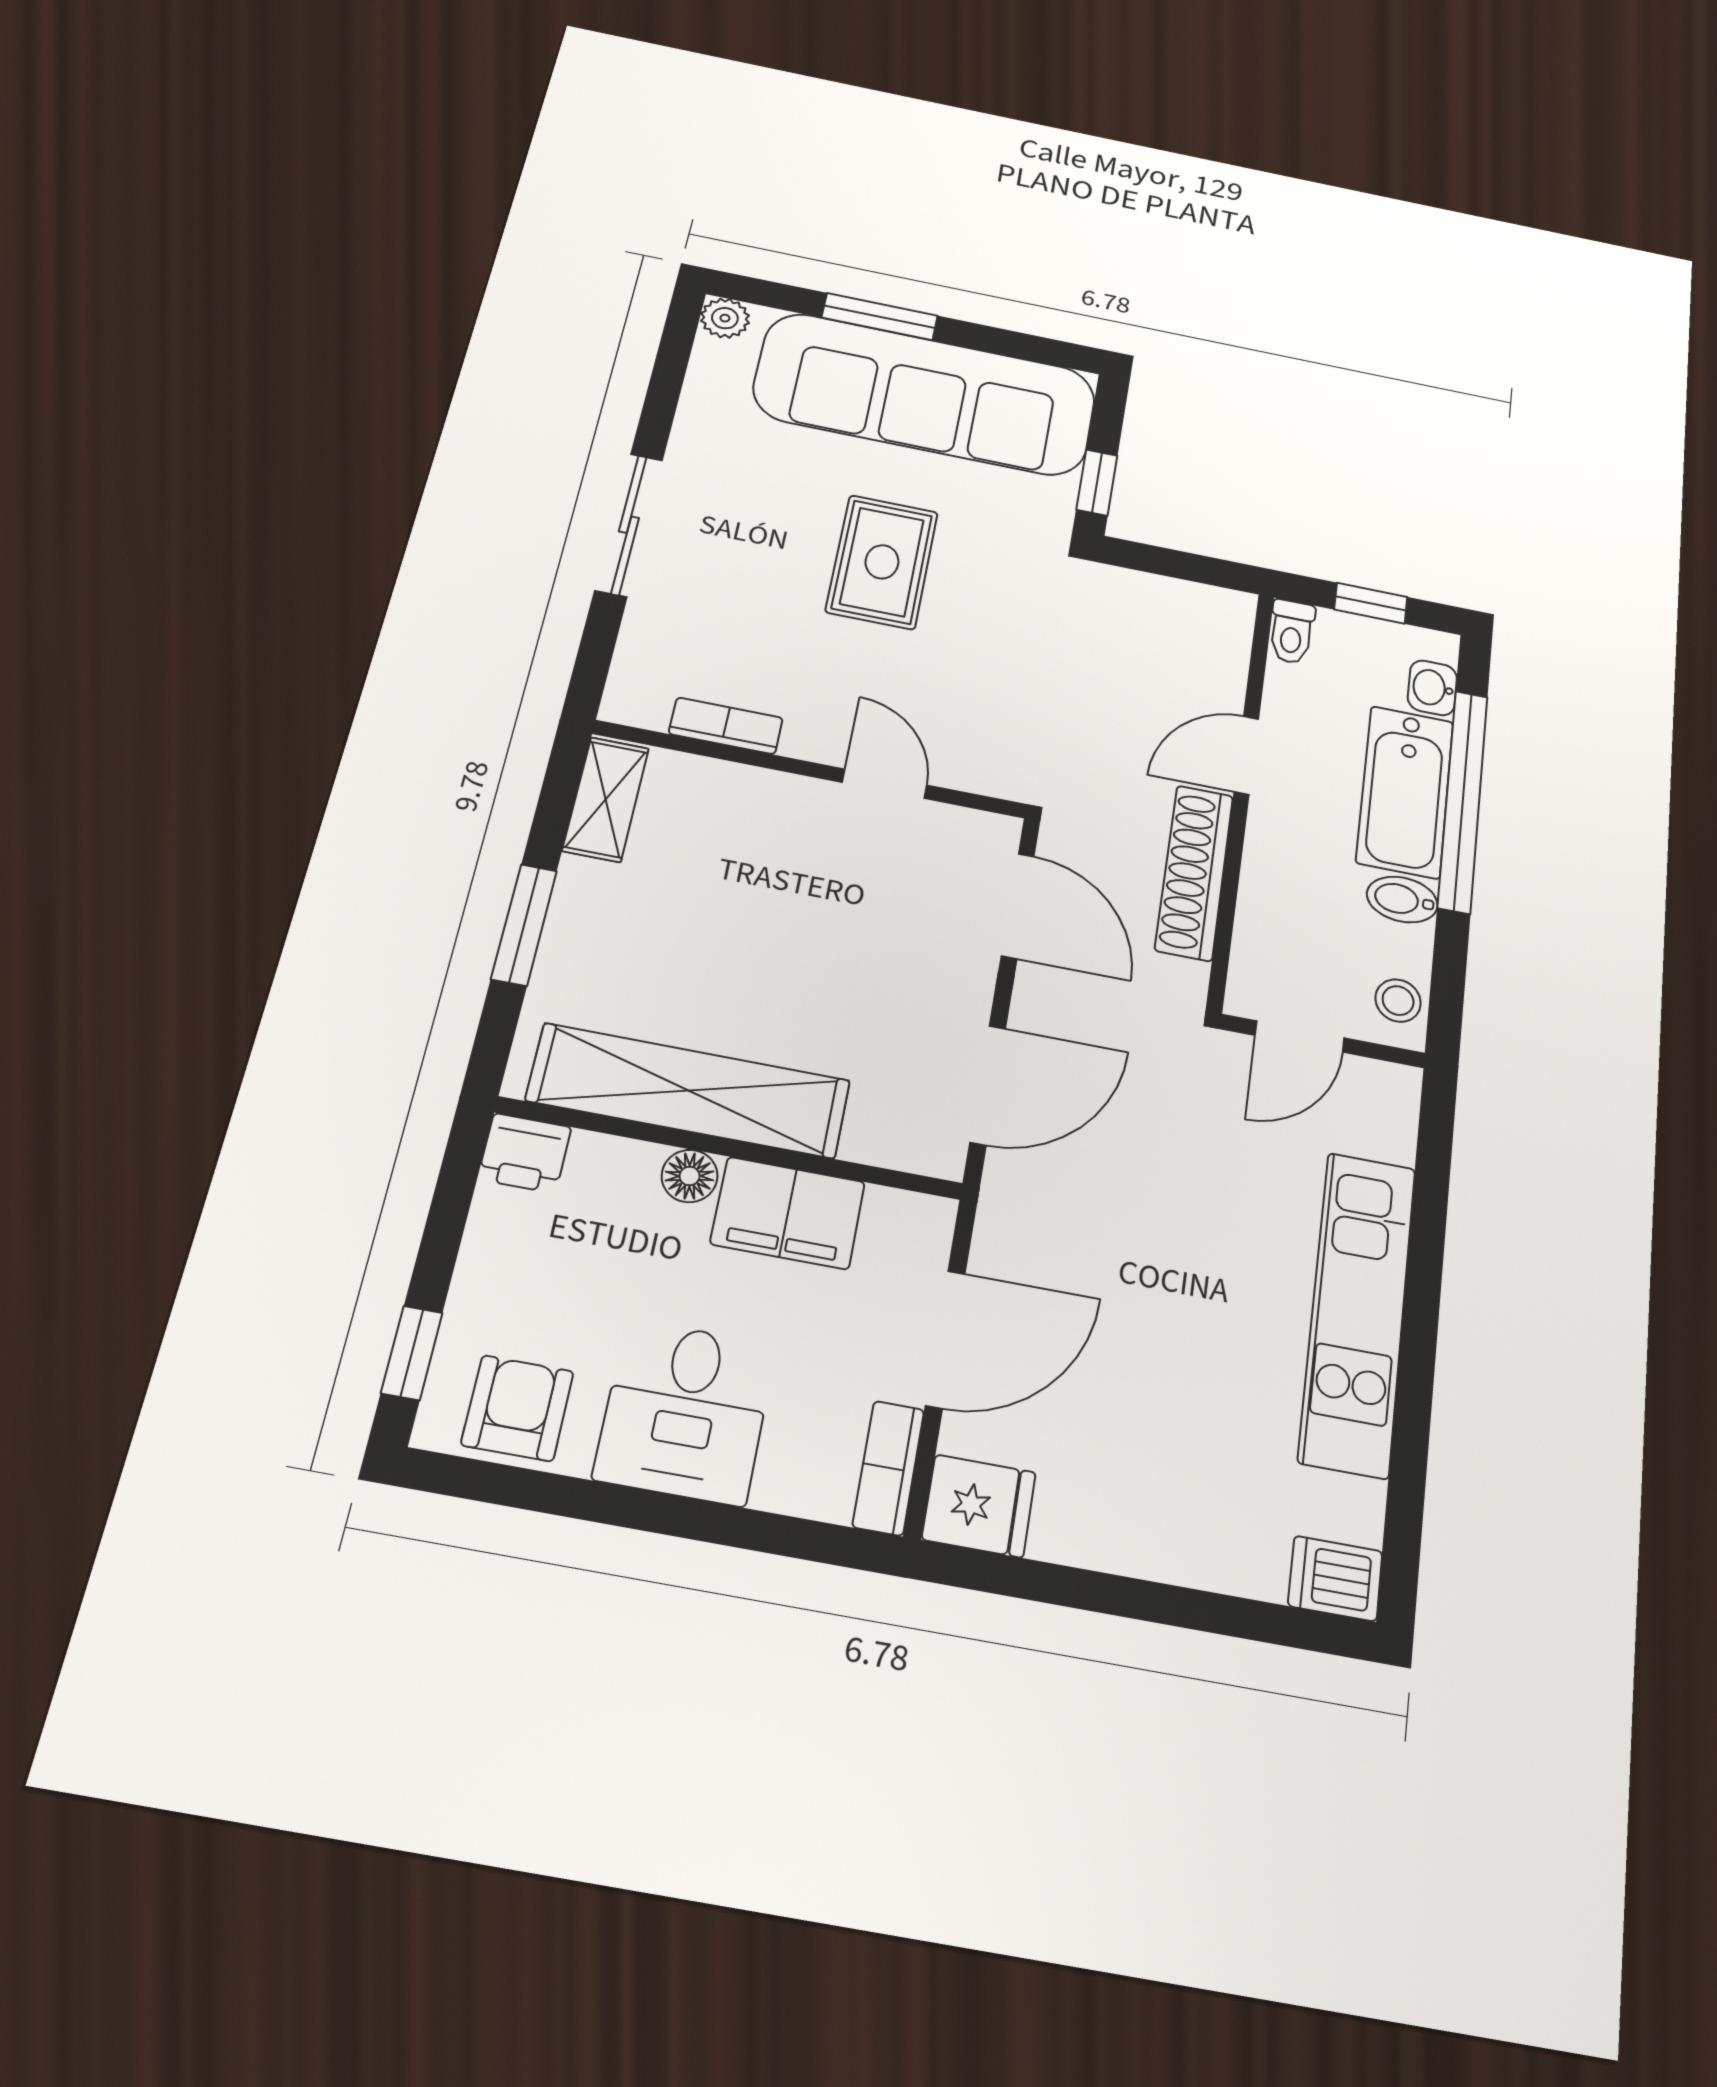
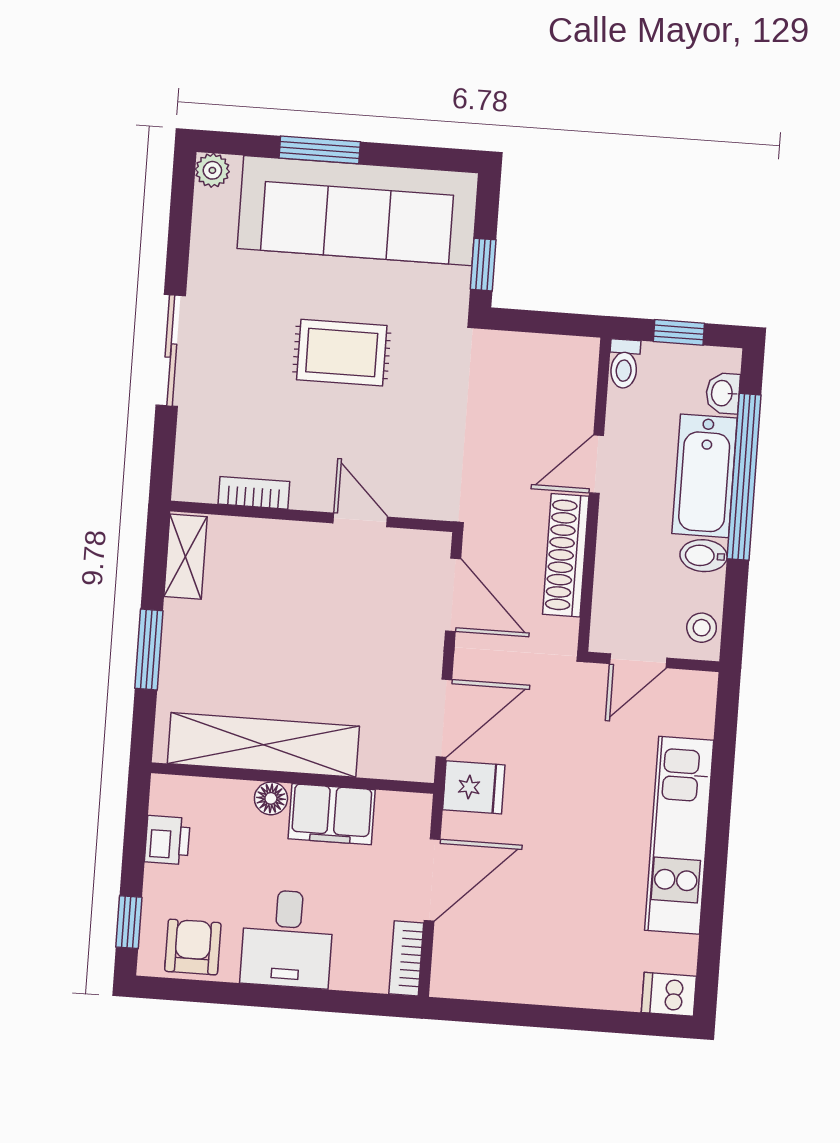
rug: (882, 562) -> (342, 353), turned 90
printer: (525, 1153) -> (167, 840), moved, turned -90
fridge: (979, 1506) -> (474, 787), moved

